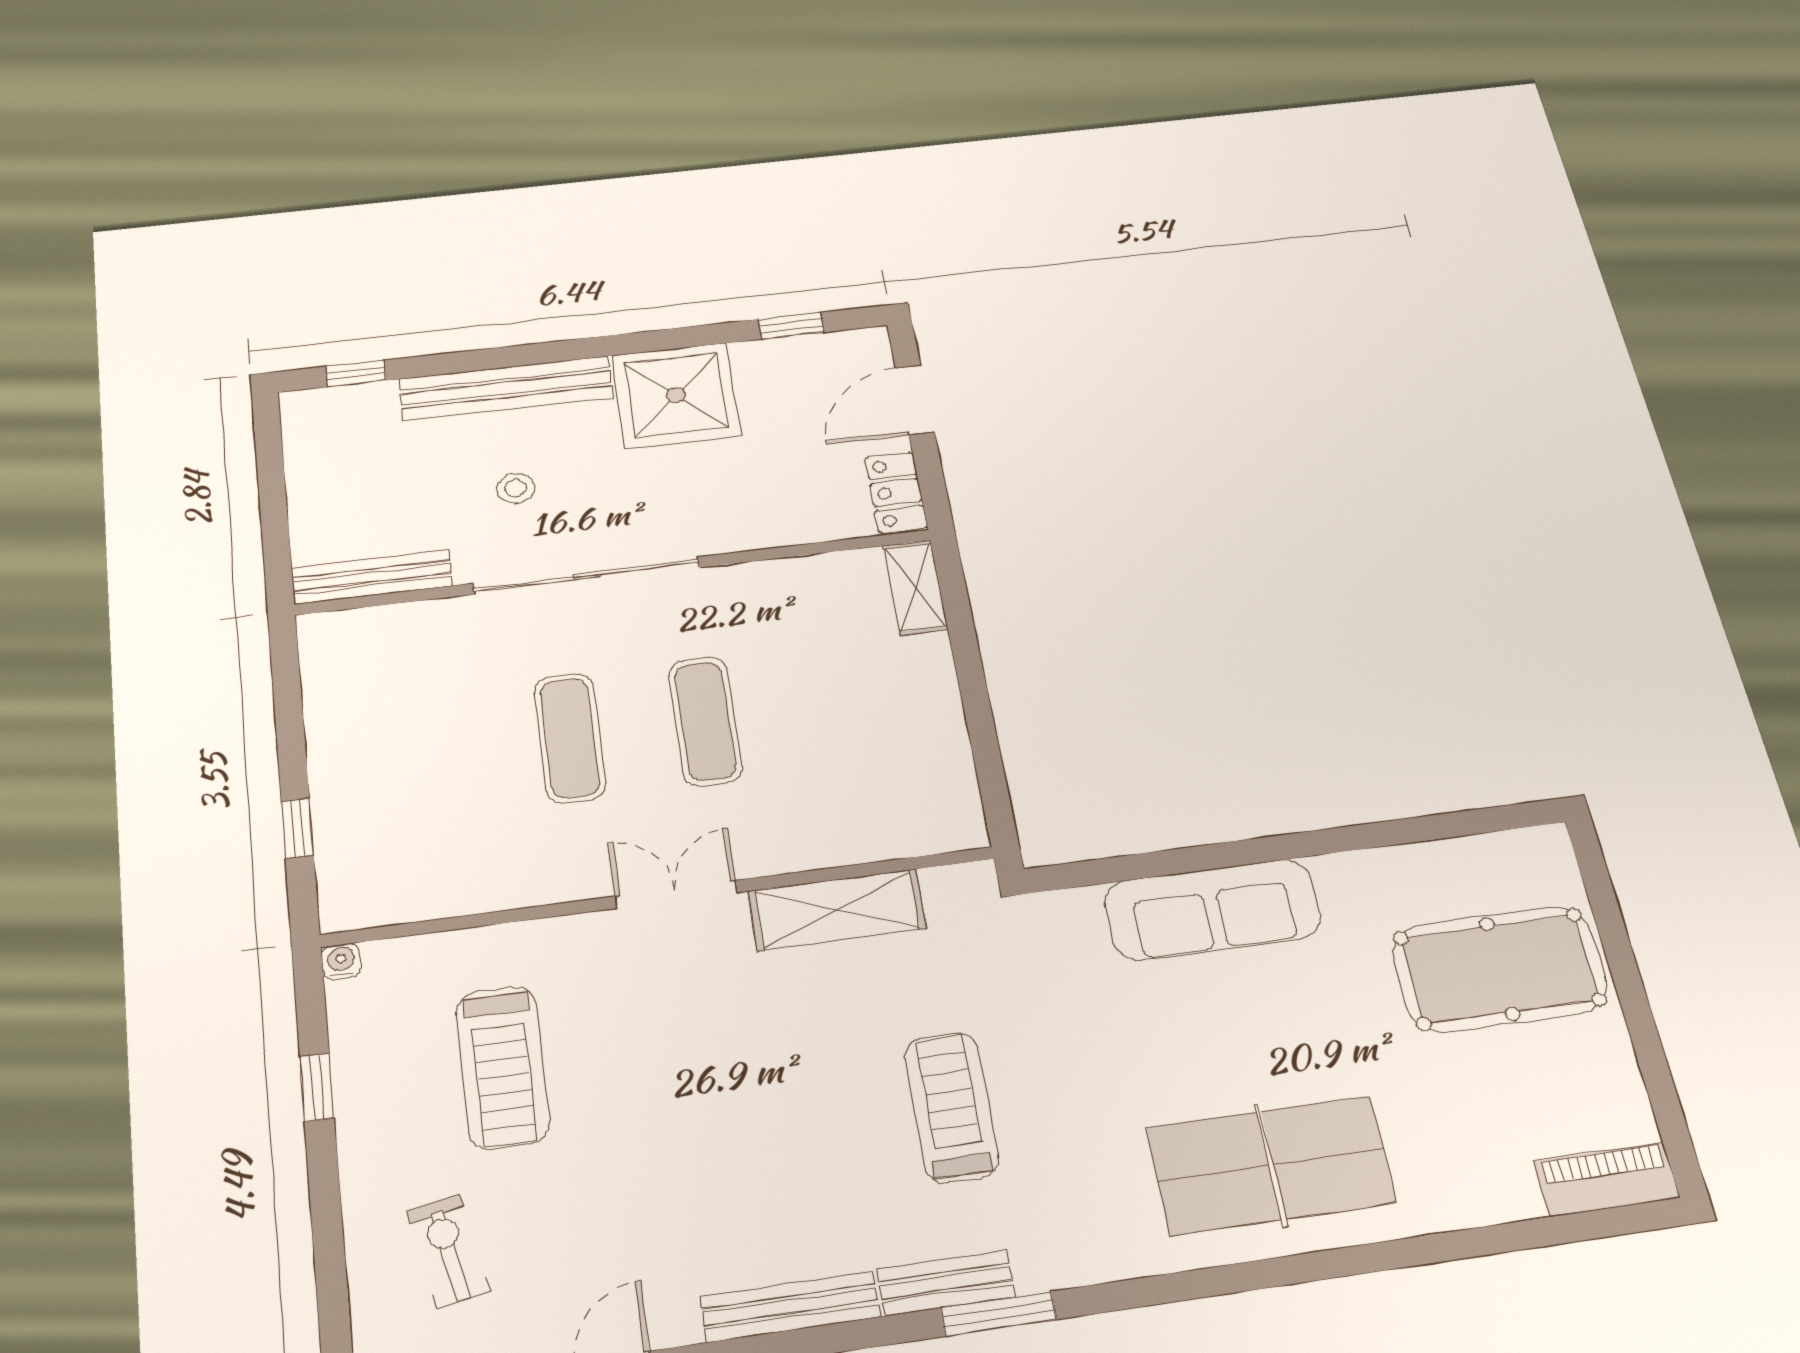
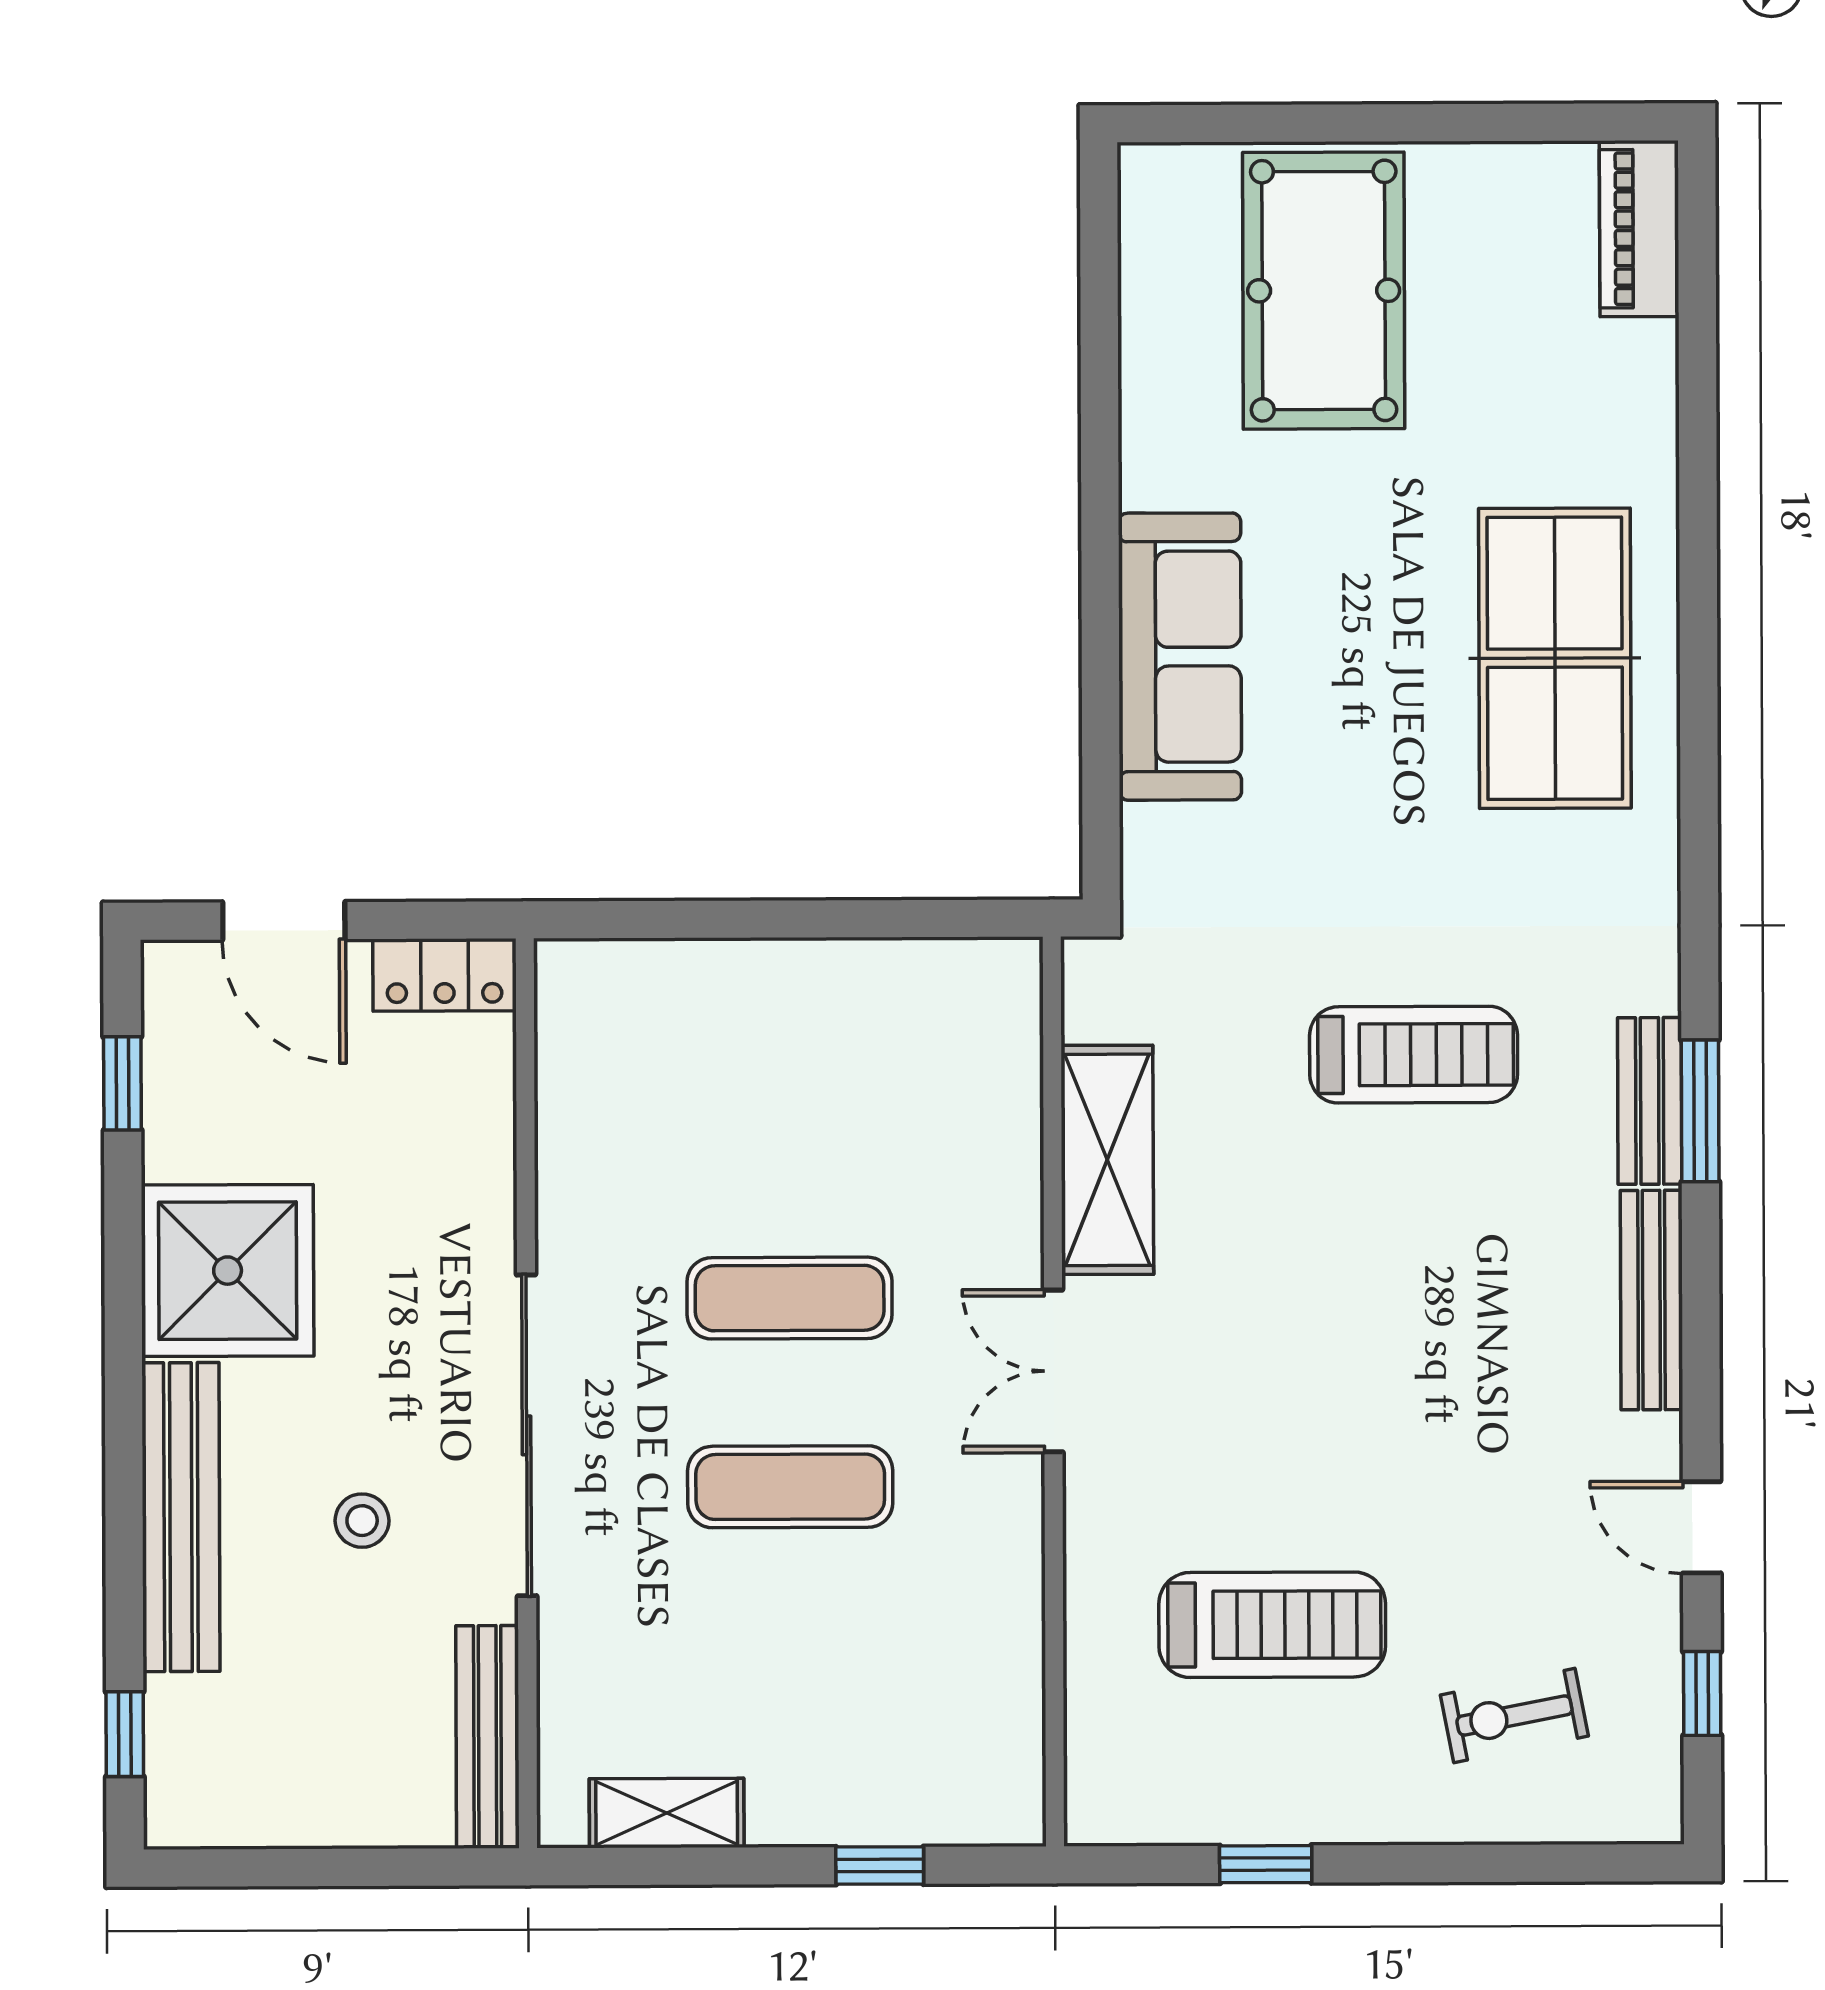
shelving: (915, 587) -> (667, 1813), moved
water cooler: (341, 961) -> (1089, 1821), removed
treadmill: (951, 1107) -> (1414, 1055), turned 180
window: (999, 1314) -> (1700, 1111), moved

